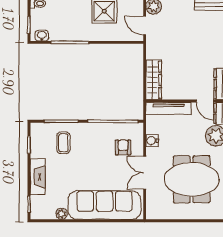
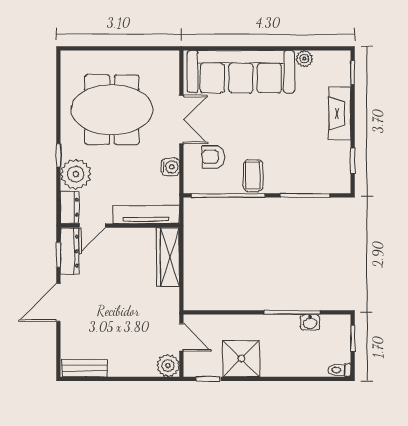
washbasin: (42, 36) -> (310, 322), moved
door: (205, 101) -> (92, 226), swing flipped
coffee table: (63, 143) -> (253, 176), moved
armchair: (123, 147) -> (213, 157), turned 90

